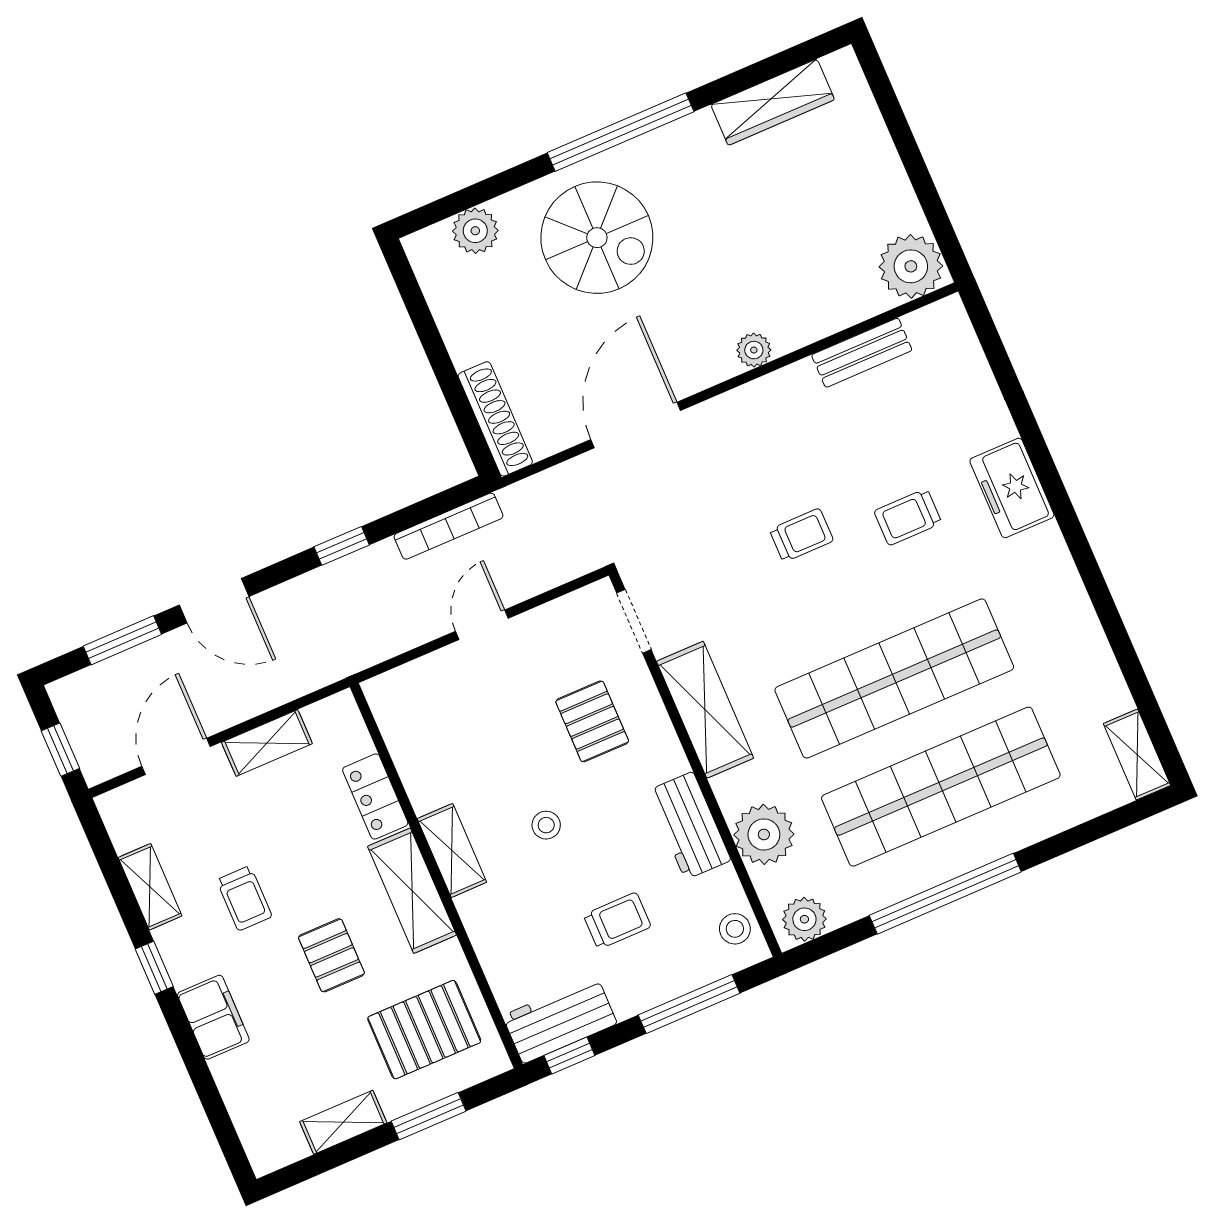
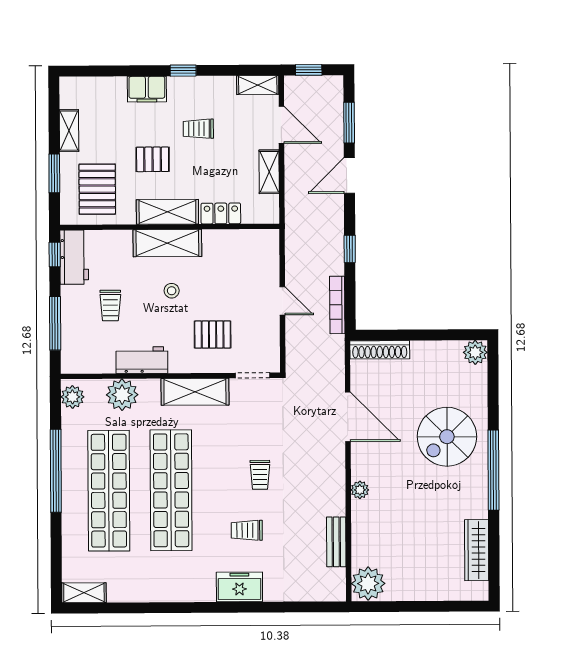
plant: (475, 231) -> (475, 352), moved
trolley: (908, 517) -> (247, 530), turned -90
shelving: (452, 850) -> (167, 243), width x1.50, depth x1.33
shelving: (150, 887) -> (258, 85), moved
stool: (735, 929) -> (82, 361), removed

